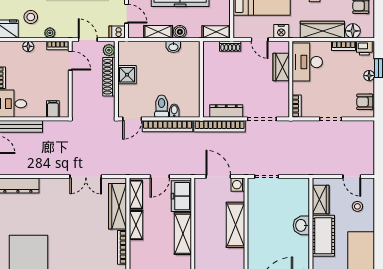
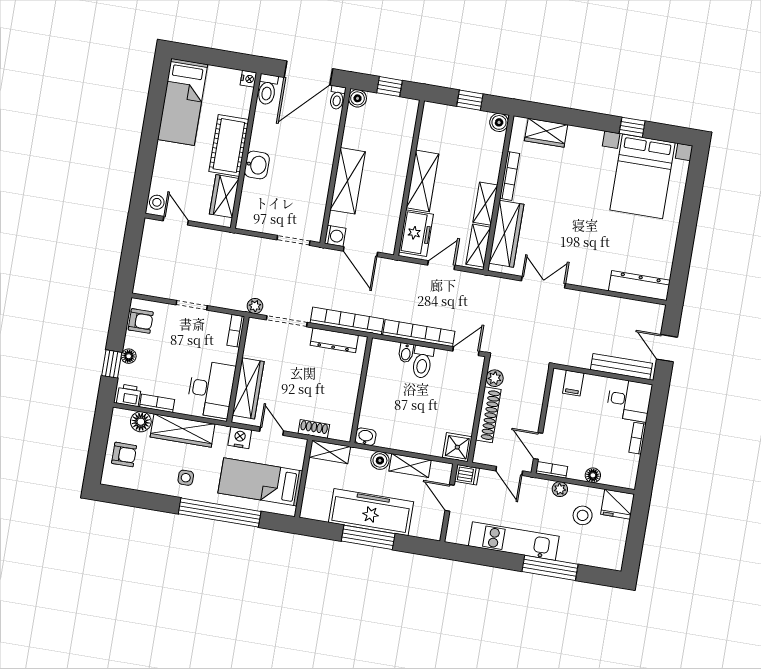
washbasin: (173, 47) -> (365, 437), moved
plant: (109, 50) -> (495, 378), moved
wardrobe: (281, 67) -> (248, 388), width x1.50
shower: (127, 75) -> (457, 447), moved
plant: (286, 126) -> (255, 306), added
stool: (357, 206) -> (157, 202), moved

